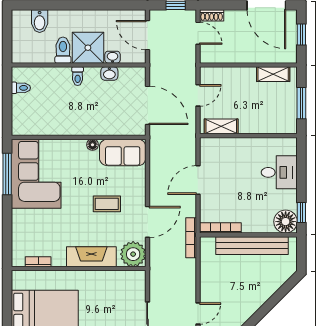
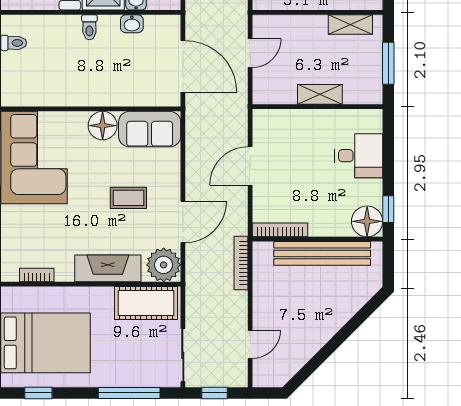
shelving: (221, 126) -> (320, 94), moved
floor lamp: (93, 145) -> (103, 126), width x1.89, depth x1.89
bookcase: (191, 238) -> (241, 263), moved
cot: (120, 283) -> (146, 303), added

